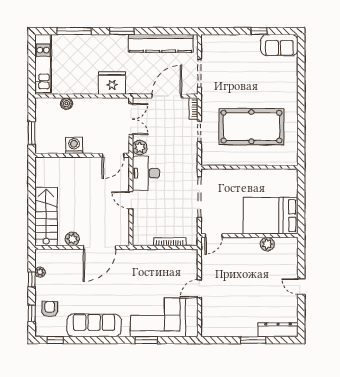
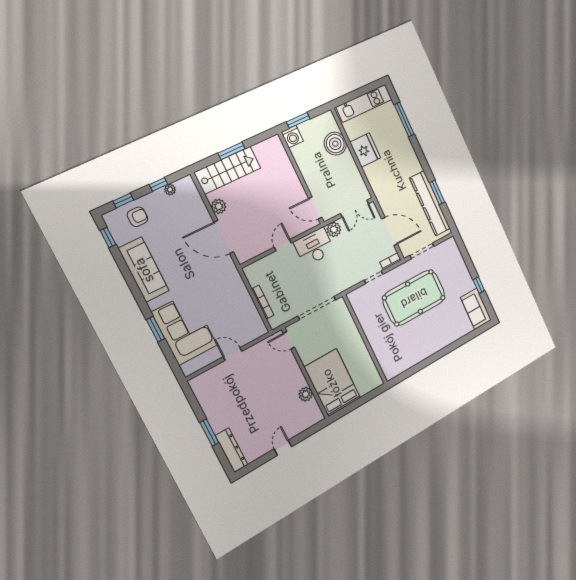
window: (122, 31) -> (437, 192), moved
fridge: (112, 83) -> (365, 150), moved
boiler: (67, 104) -> (335, 144), width x1.86, depth x1.86
pool table: (251, 127) -> (414, 298), moved, turned 90
washing machine: (74, 145) -> (292, 137), moved, turned 90
window: (32, 205) -> (232, 151), added

